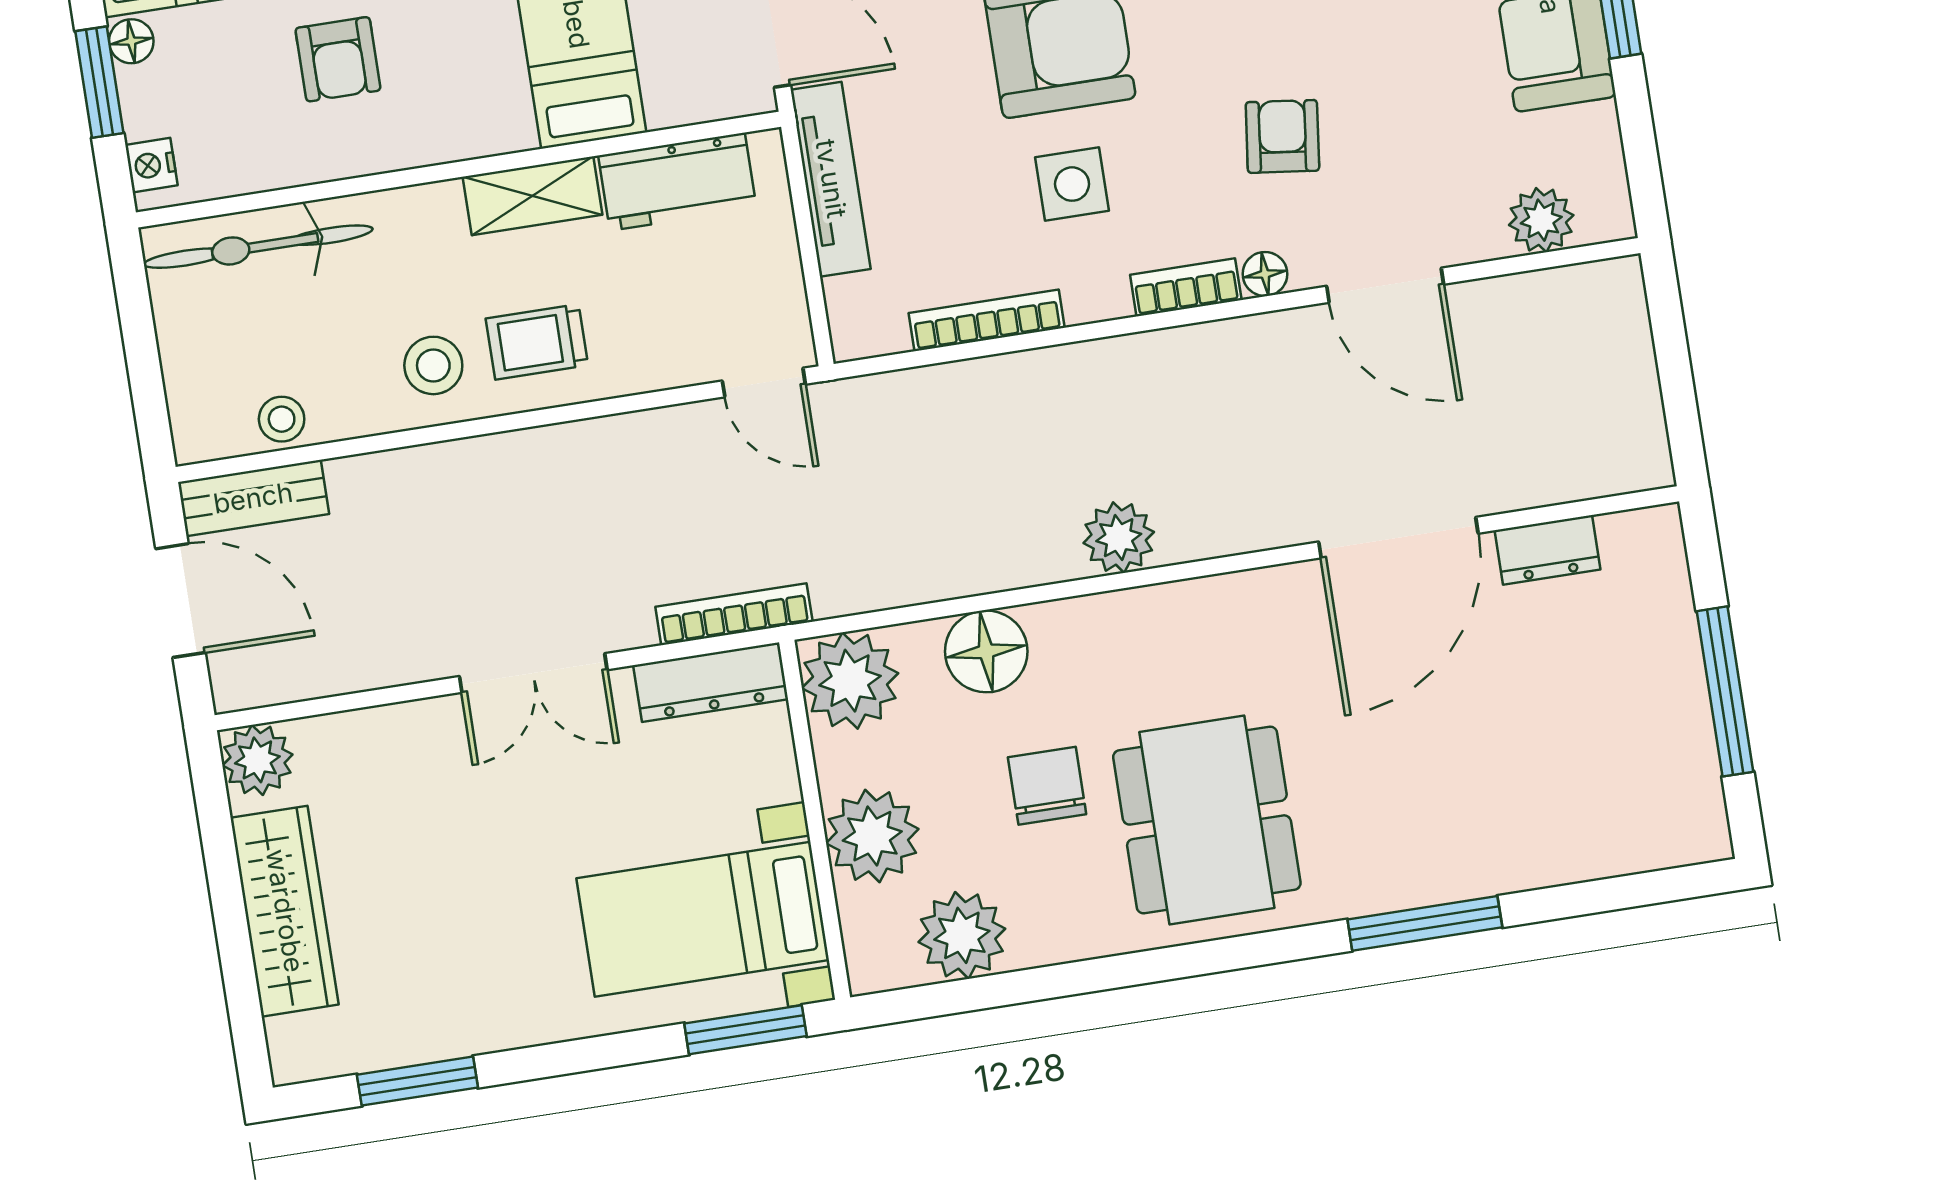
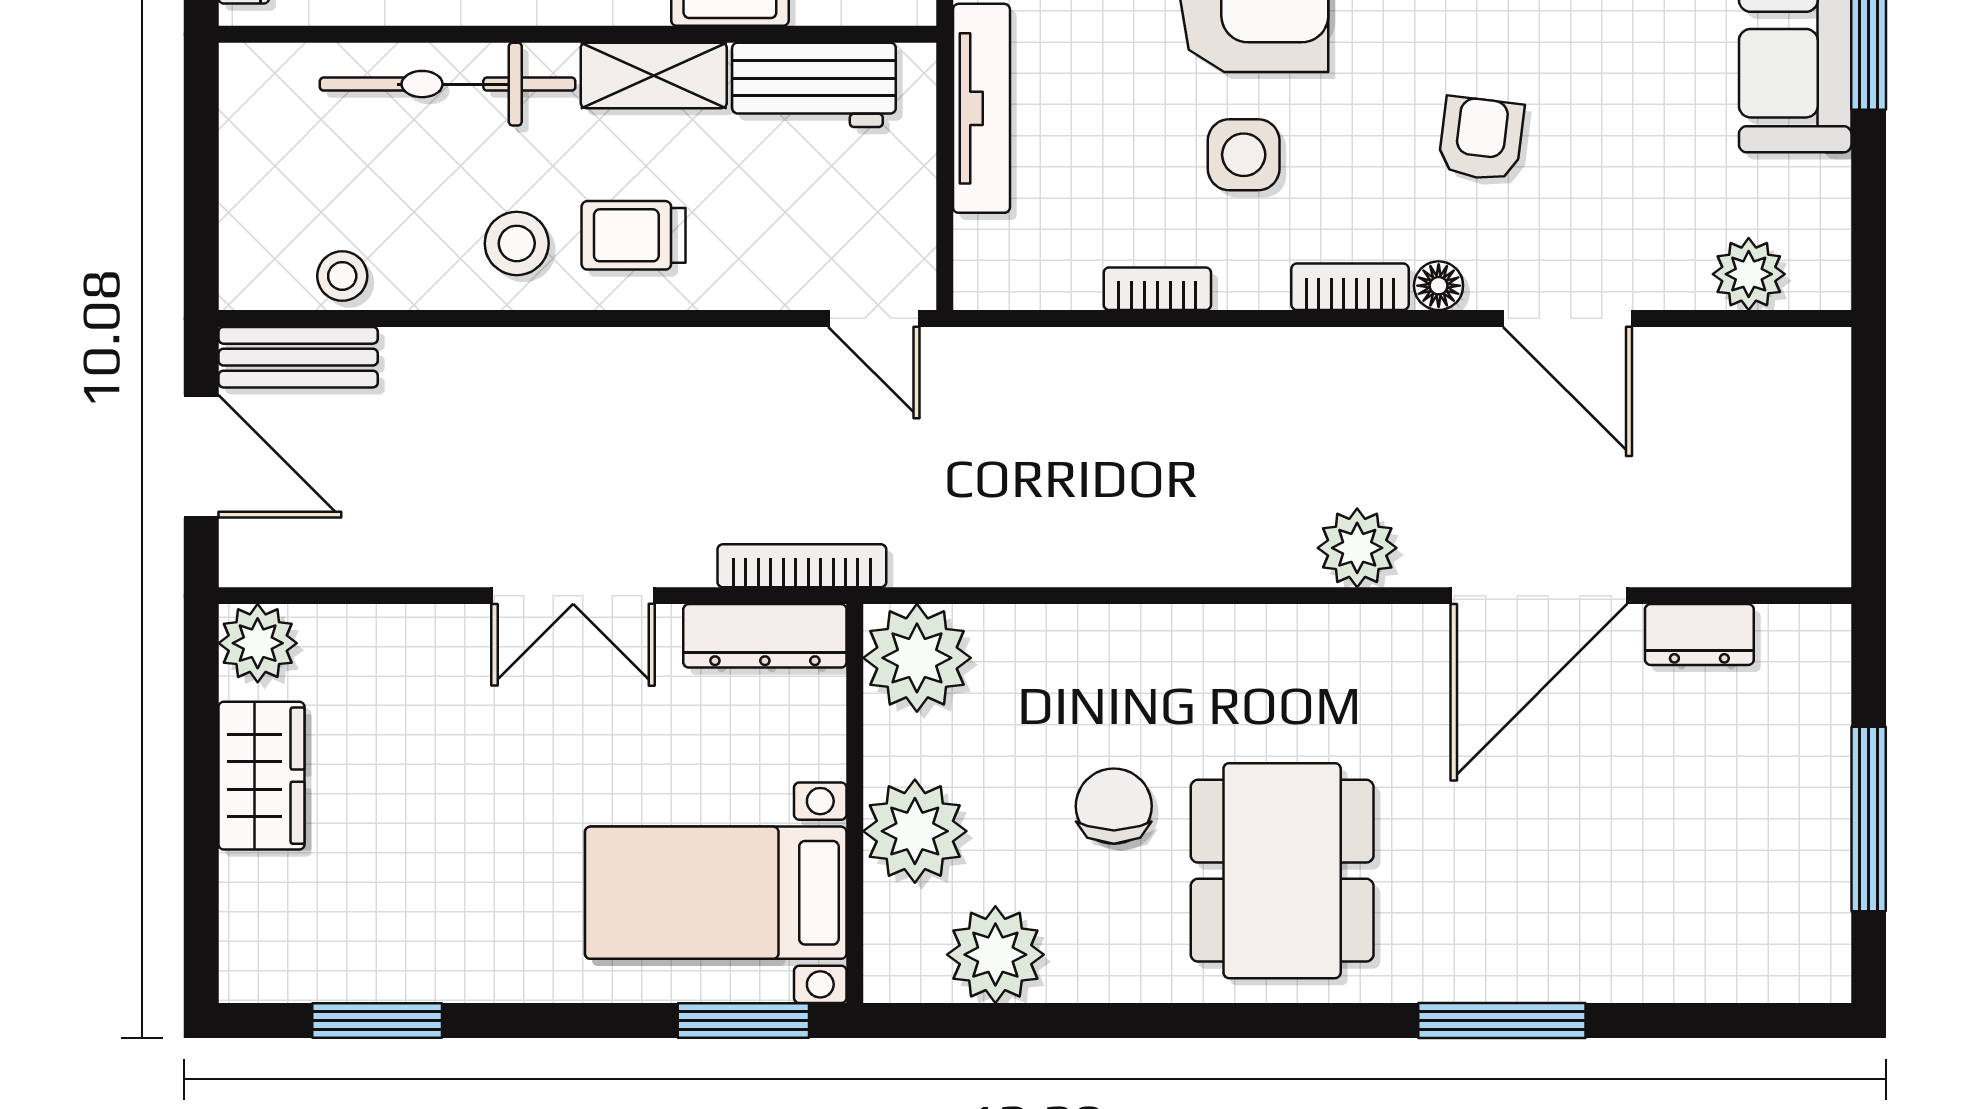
bicycle: (258, 247) -> (448, 84), moved
bookcase: (987, 320) -> (1157, 289), width x0.64
plant: (1119, 538) -> (1357, 548), moved
floor lamp: (986, 651) -> (1070, 649), removed
wardrobe: (285, 911) -> (261, 776), width x0.67

